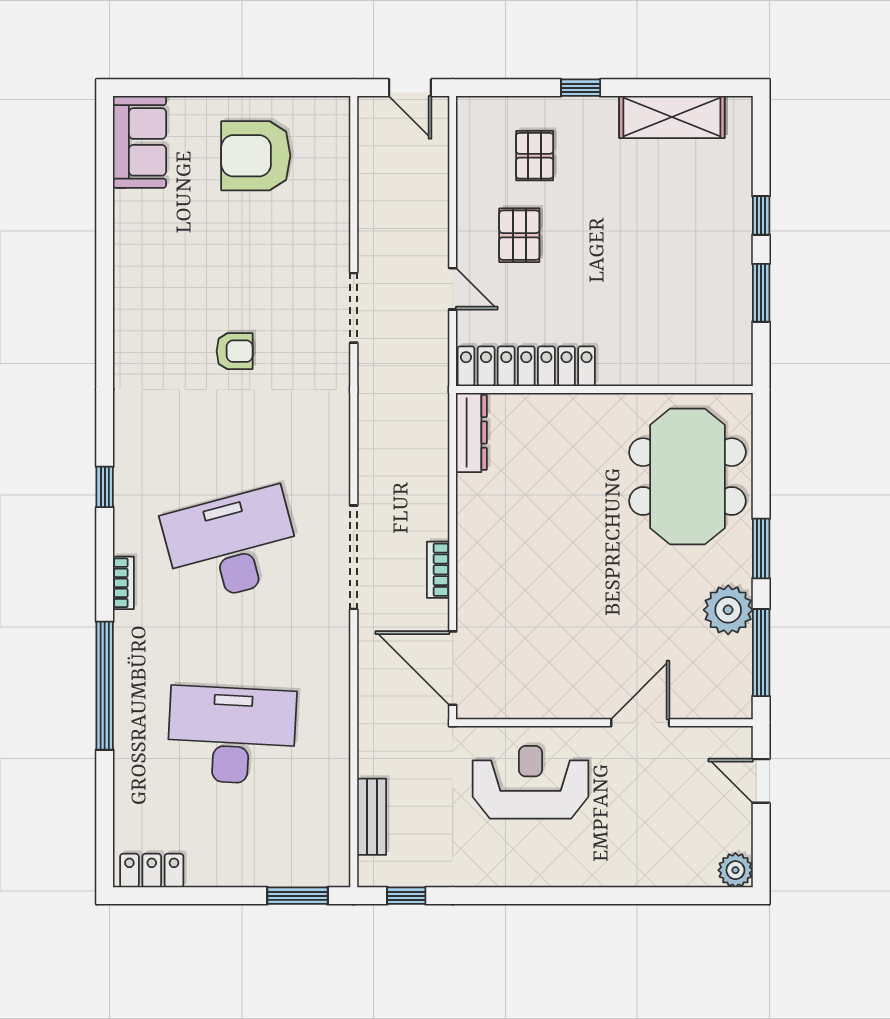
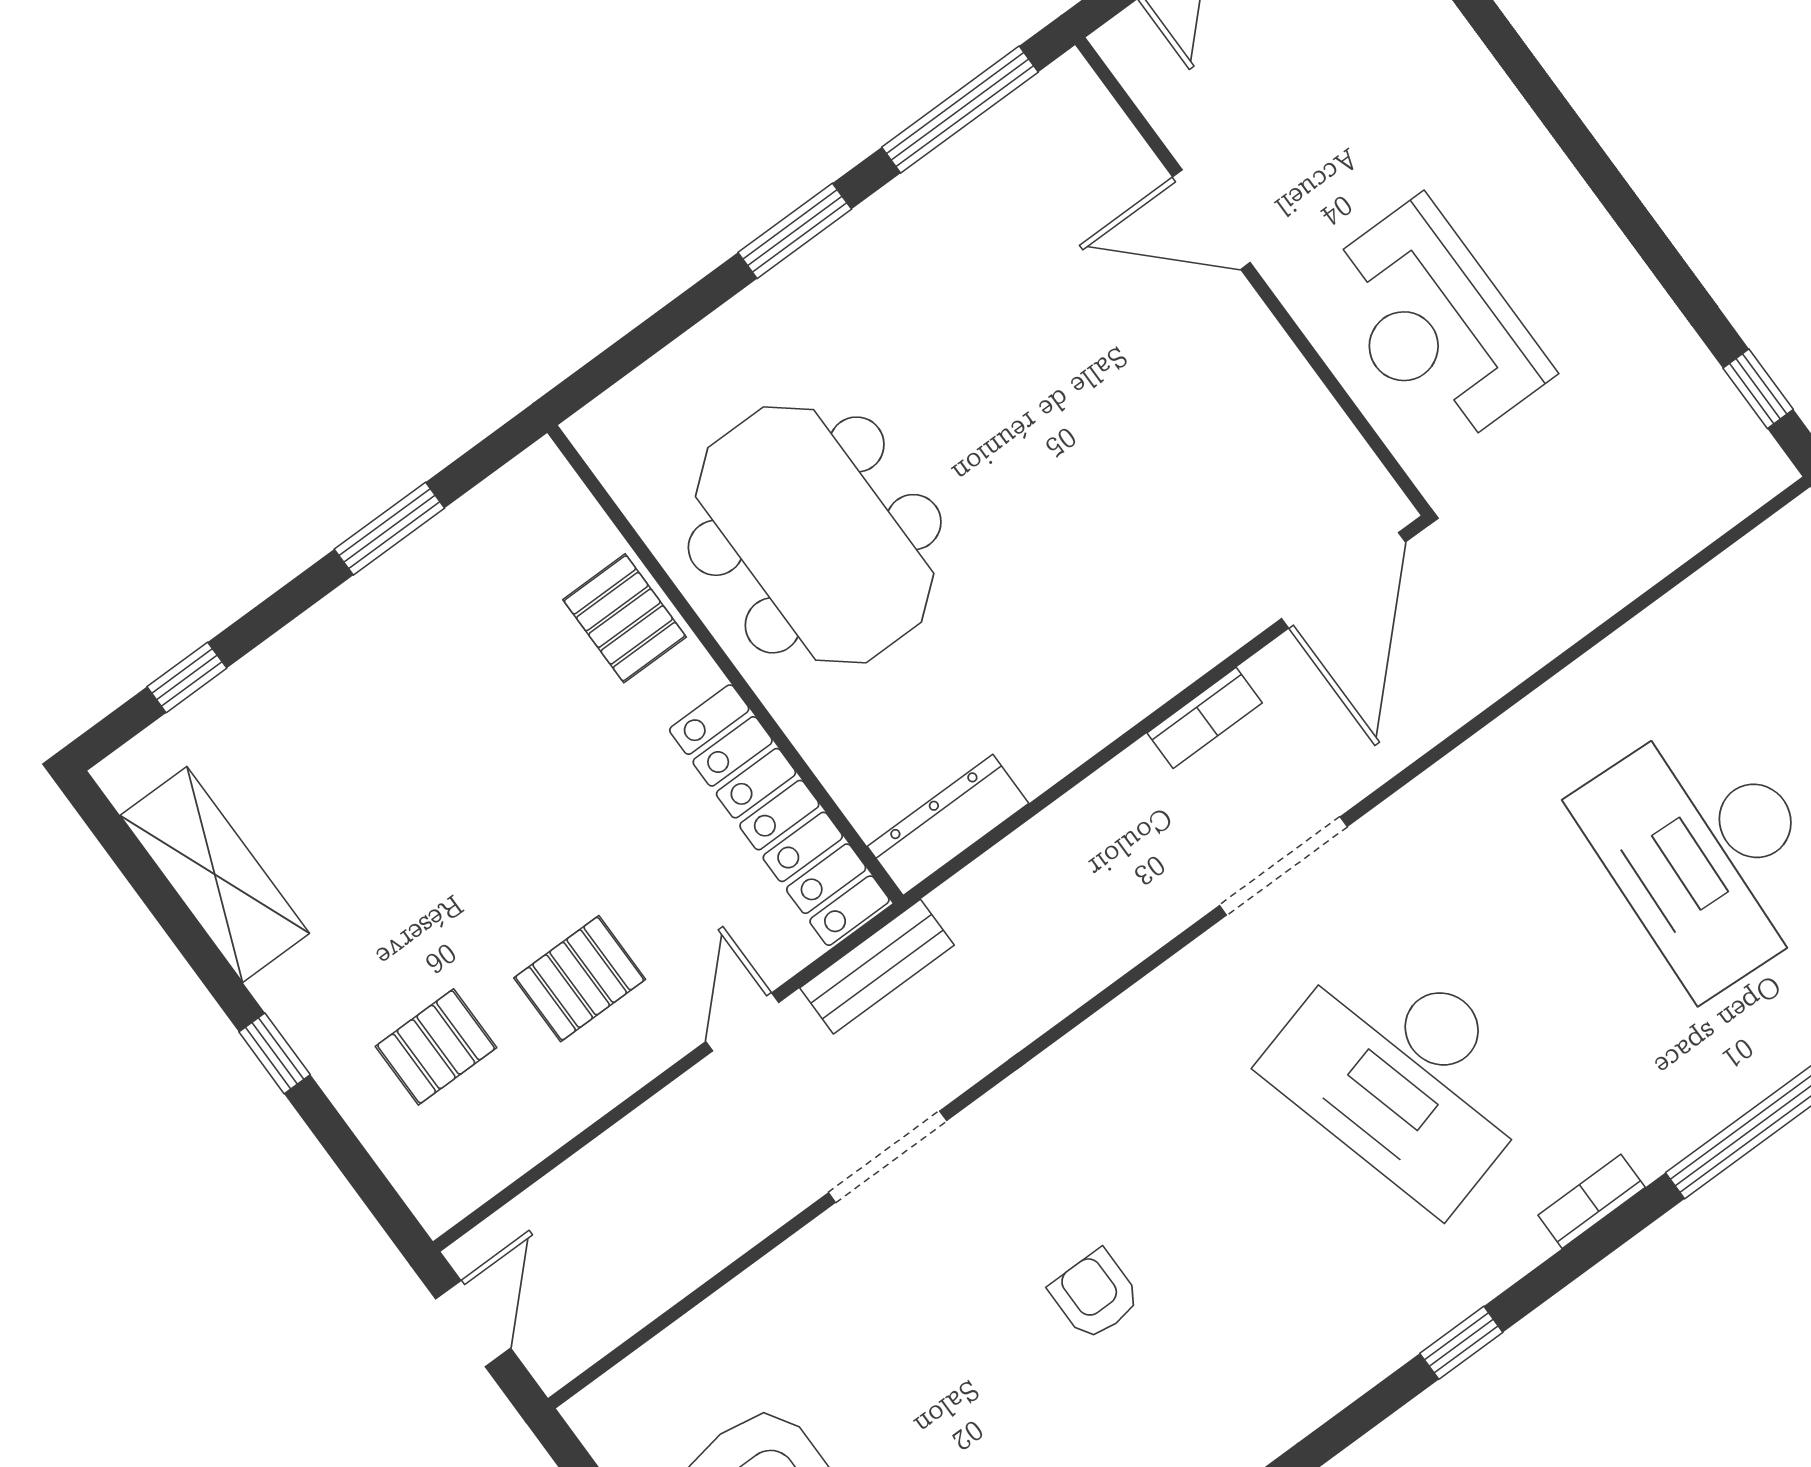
window: (761, 215) -> (187, 677), moved
pallet: (654, 362) -> (624, 618), added
meeting table: (687, 477) -> (815, 535), moved, turned 90
doorway: (354, 557) -> (1283, 866), width x0.73
plant: (728, 610) -> (930, 212), removed
bench: (372, 817) -> (877, 967), moved

